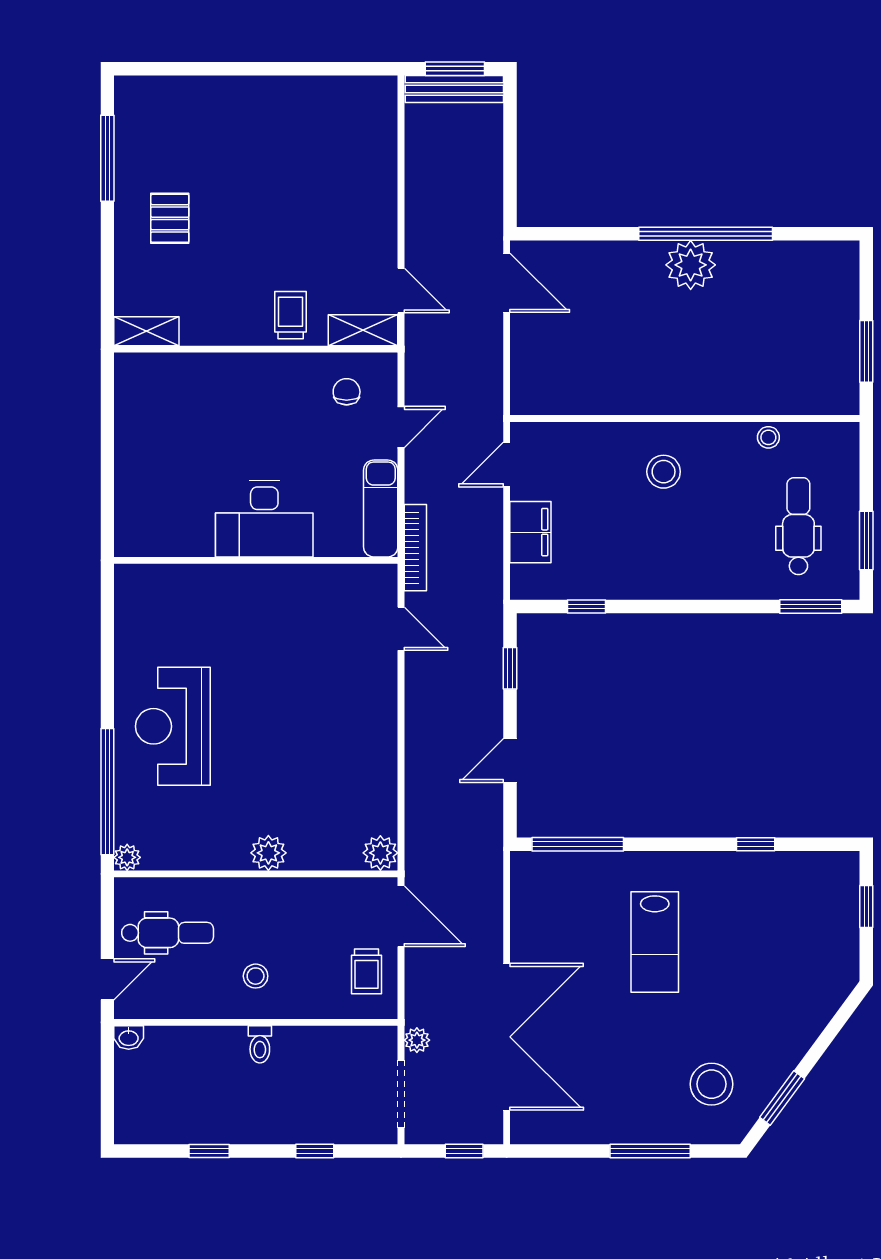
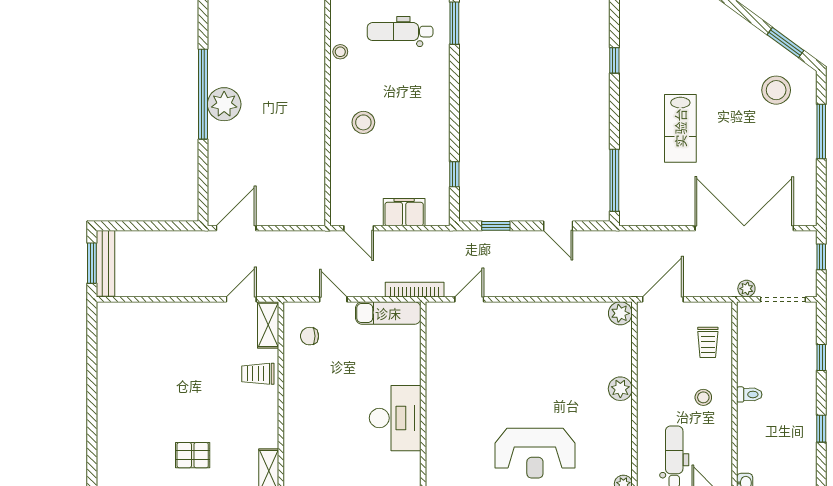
desk: (264, 519) -> (395, 418), moved
lab bench: (655, 942) -> (680, 128), turned 90
trolley: (366, 971) -> (708, 342), moved, turned 90

